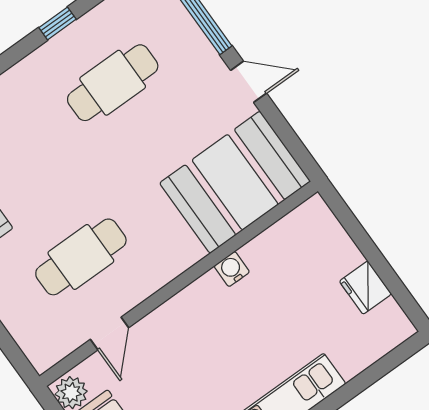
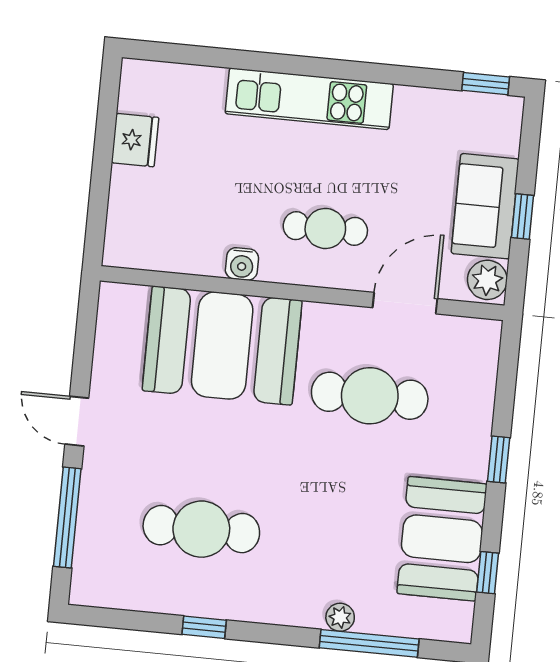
booth: (235, 182) -> (222, 346), moved
door: (109, 333) -> (405, 303), width x1.37
cafe table: (199, 336) -> (325, 228), added

